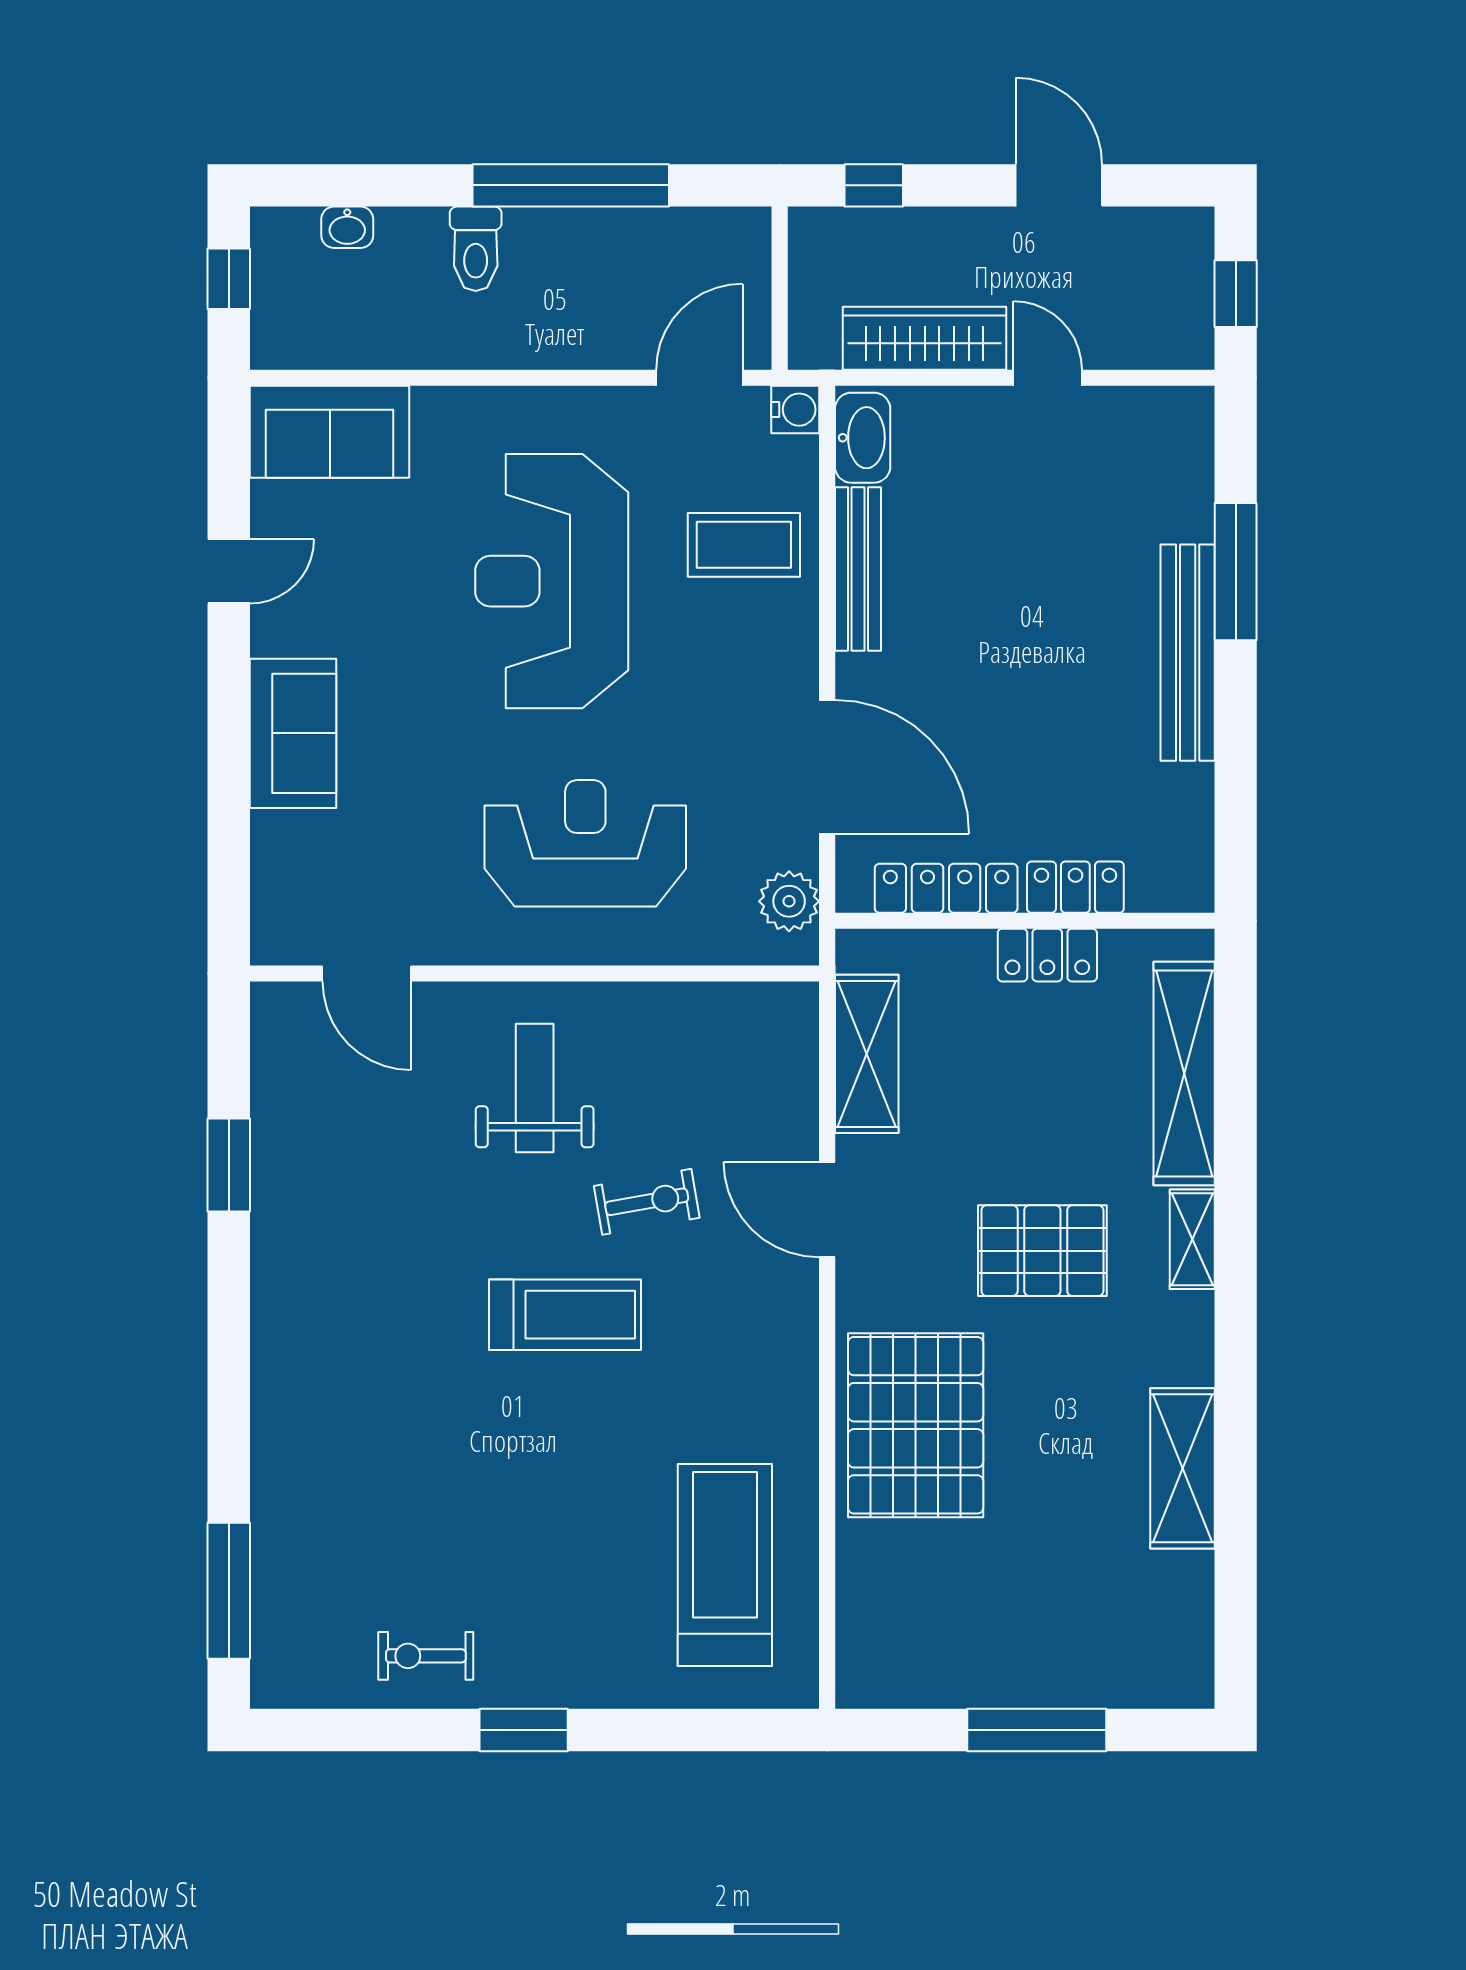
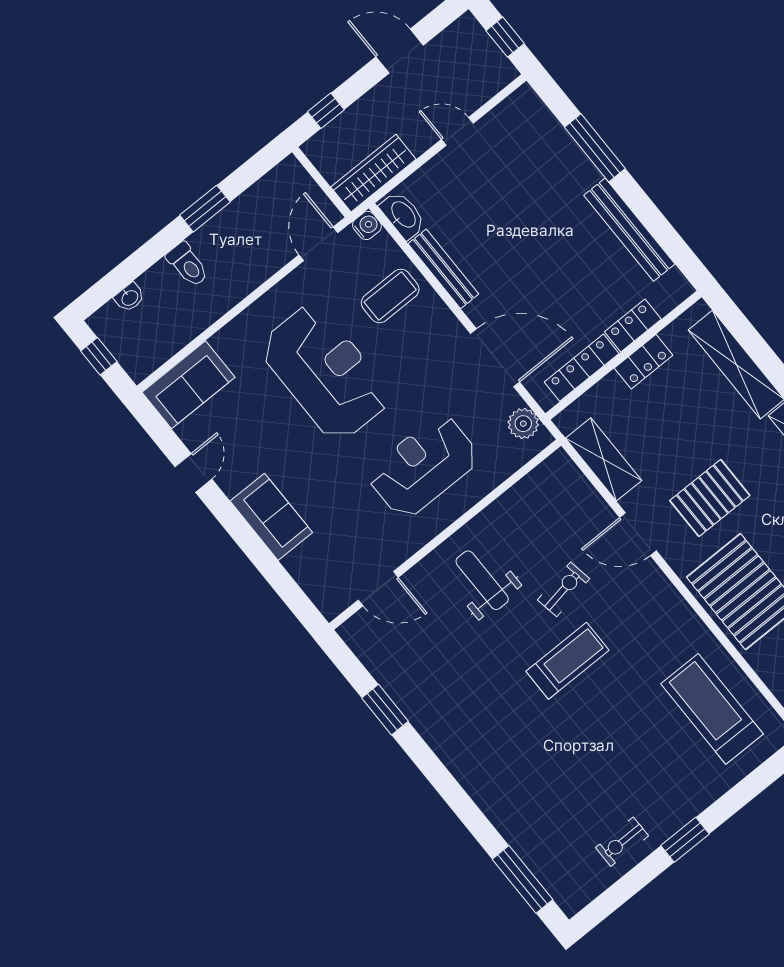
window: (571, 185) -> (205, 209), width x0.47
wardrobe: (925, 338) -> (373, 173), moved
reception desk: (552, 581) -> (325, 373), turned 180
bench: (1188, 653) -> (629, 230), moved
pallet: (1042, 1251) -> (710, 498), moved

